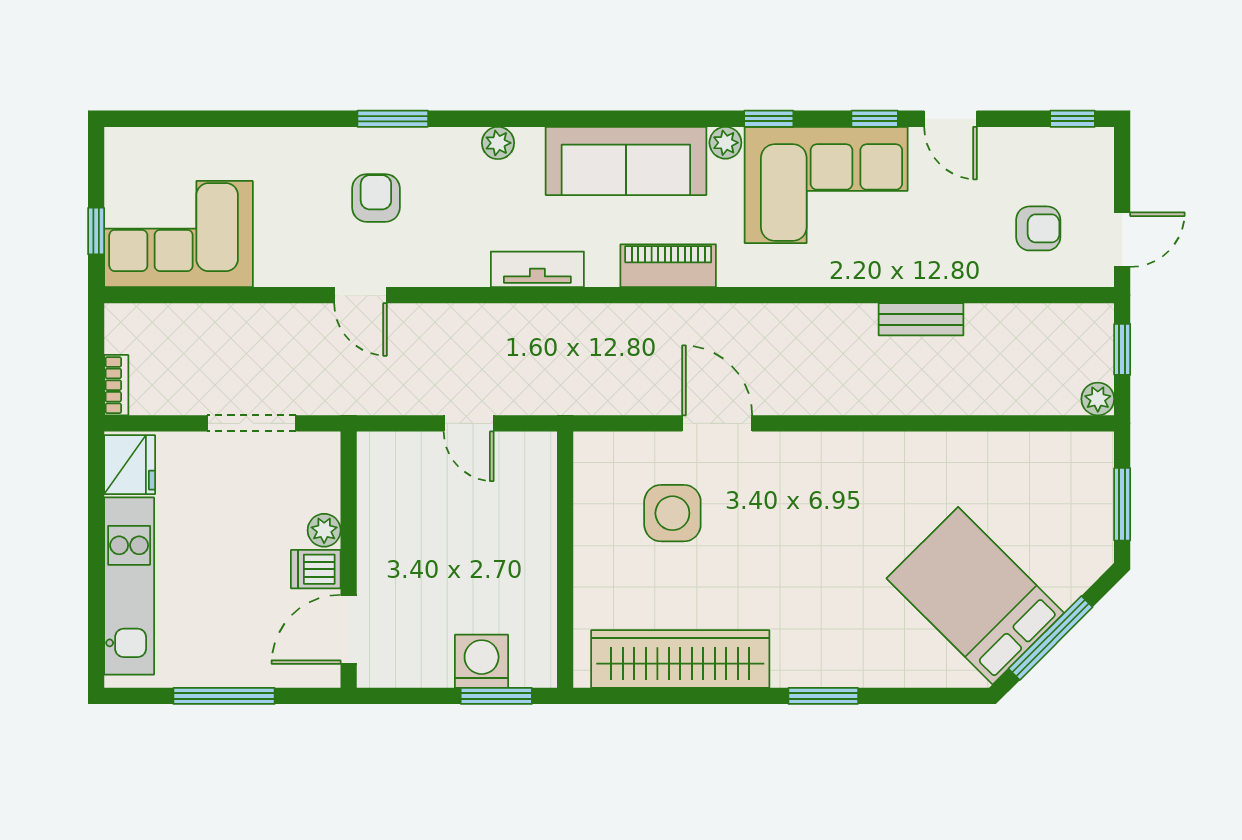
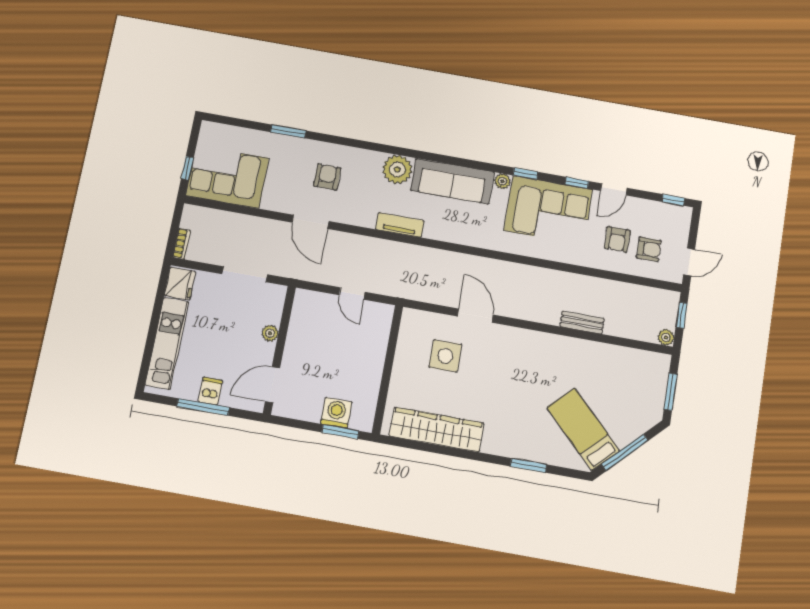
window: (393, 119) -> (288, 131), moved
door: (950, 119) -> (614, 189), hinge flipped
plant: (498, 143) -> (397, 169), width x1.88, depth x1.88
armchair: (973, 220) -> (617, 239), added
piano: (668, 266) -> (464, 235), removed
door: (360, 295) -> (311, 222), width x1.38
bench: (921, 319) -> (582, 322), moved
dishwasher: (316, 569) -> (210, 391), moved, turned 90
bed: (975, 596) -> (583, 429), width x0.67
window: (823, 696) -> (528, 465), moved

